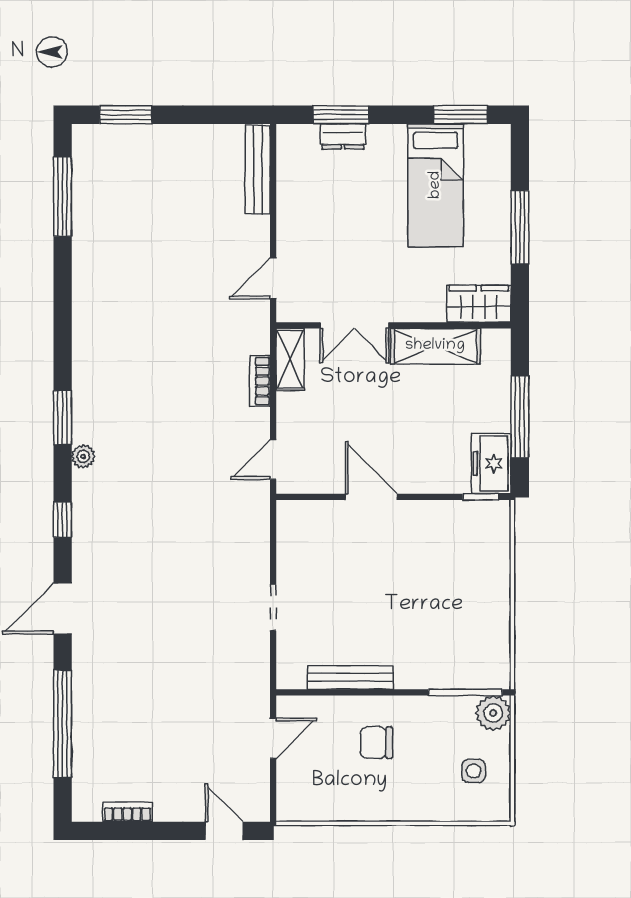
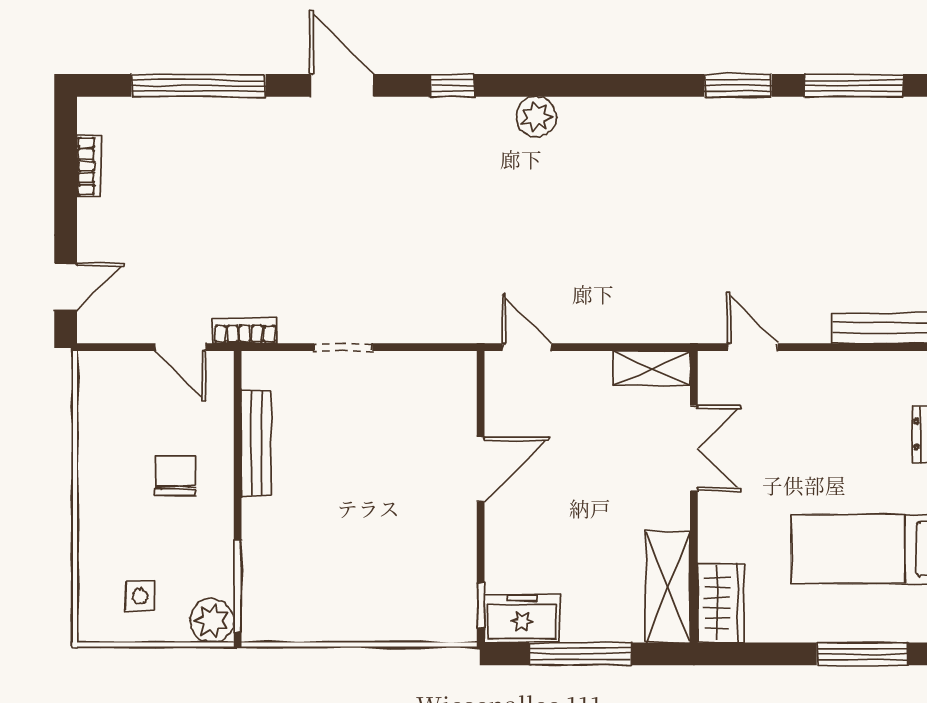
window: (520, 227) -> (862, 654), moved
double door: (354, 325) -> (694, 448), swing flipped
shelving: (435, 346) -> (668, 587), moved
bookcase: (260, 381) -> (245, 331), moved
window: (63, 418) -> (738, 85), moved
plant: (83, 456) -> (536, 117), width x1.38, depth x1.38

